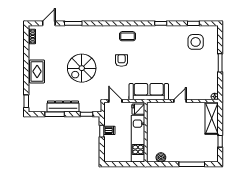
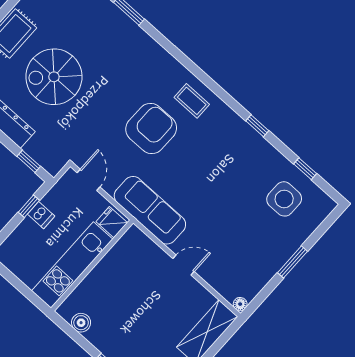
armchair: (122, 60) -> (151, 129), width x1.88, depth x1.88
spiral stairs: (82, 68) -> (54, 77), moved

